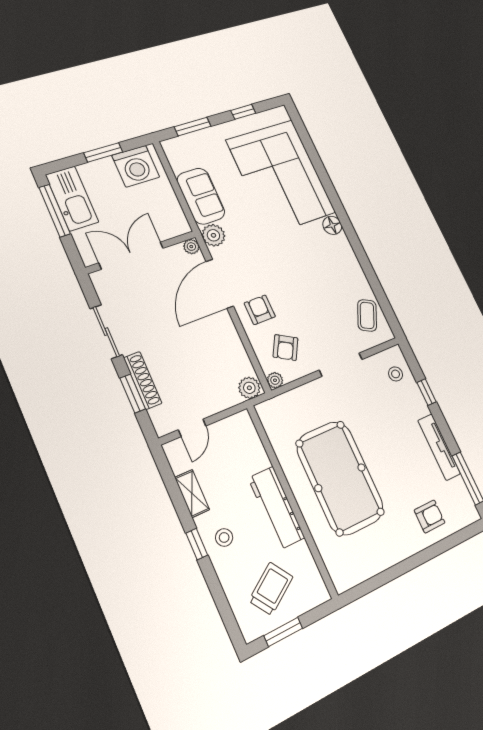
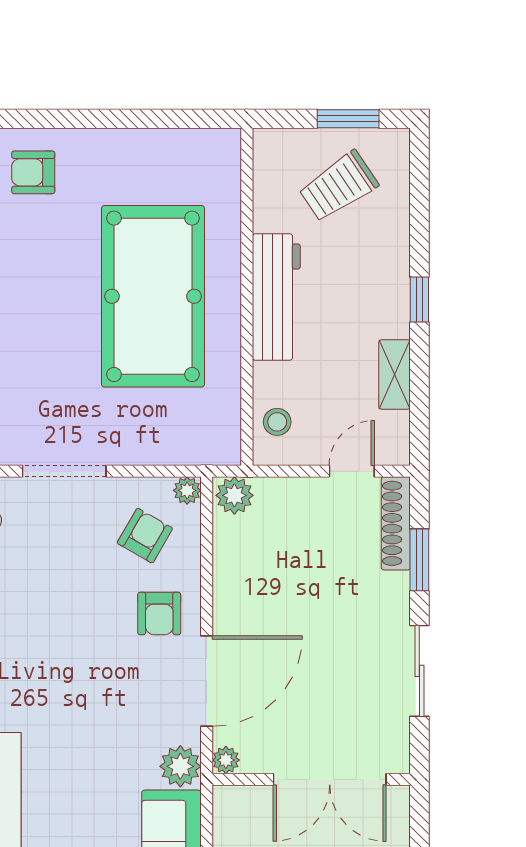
shoe rack: (143, 380) -> (396, 523), moved
stool: (224, 537) -> (277, 422), moved

